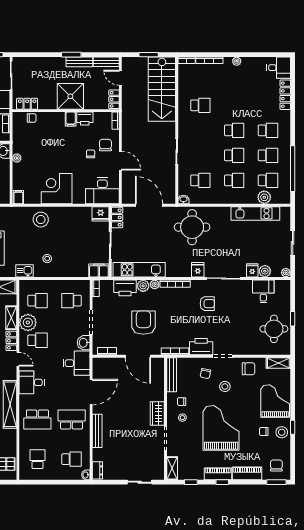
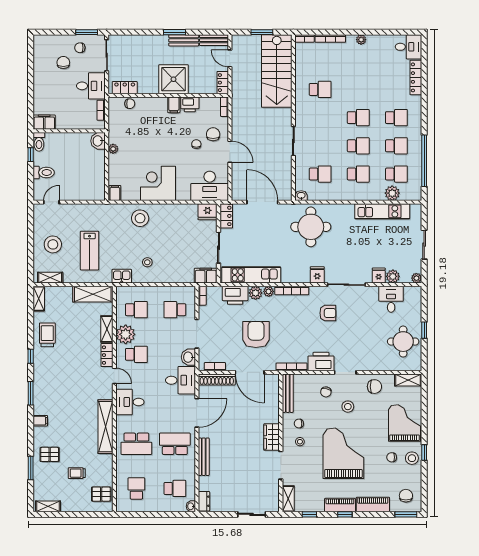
shoe rack: (109, 363) -> (217, 380), added

